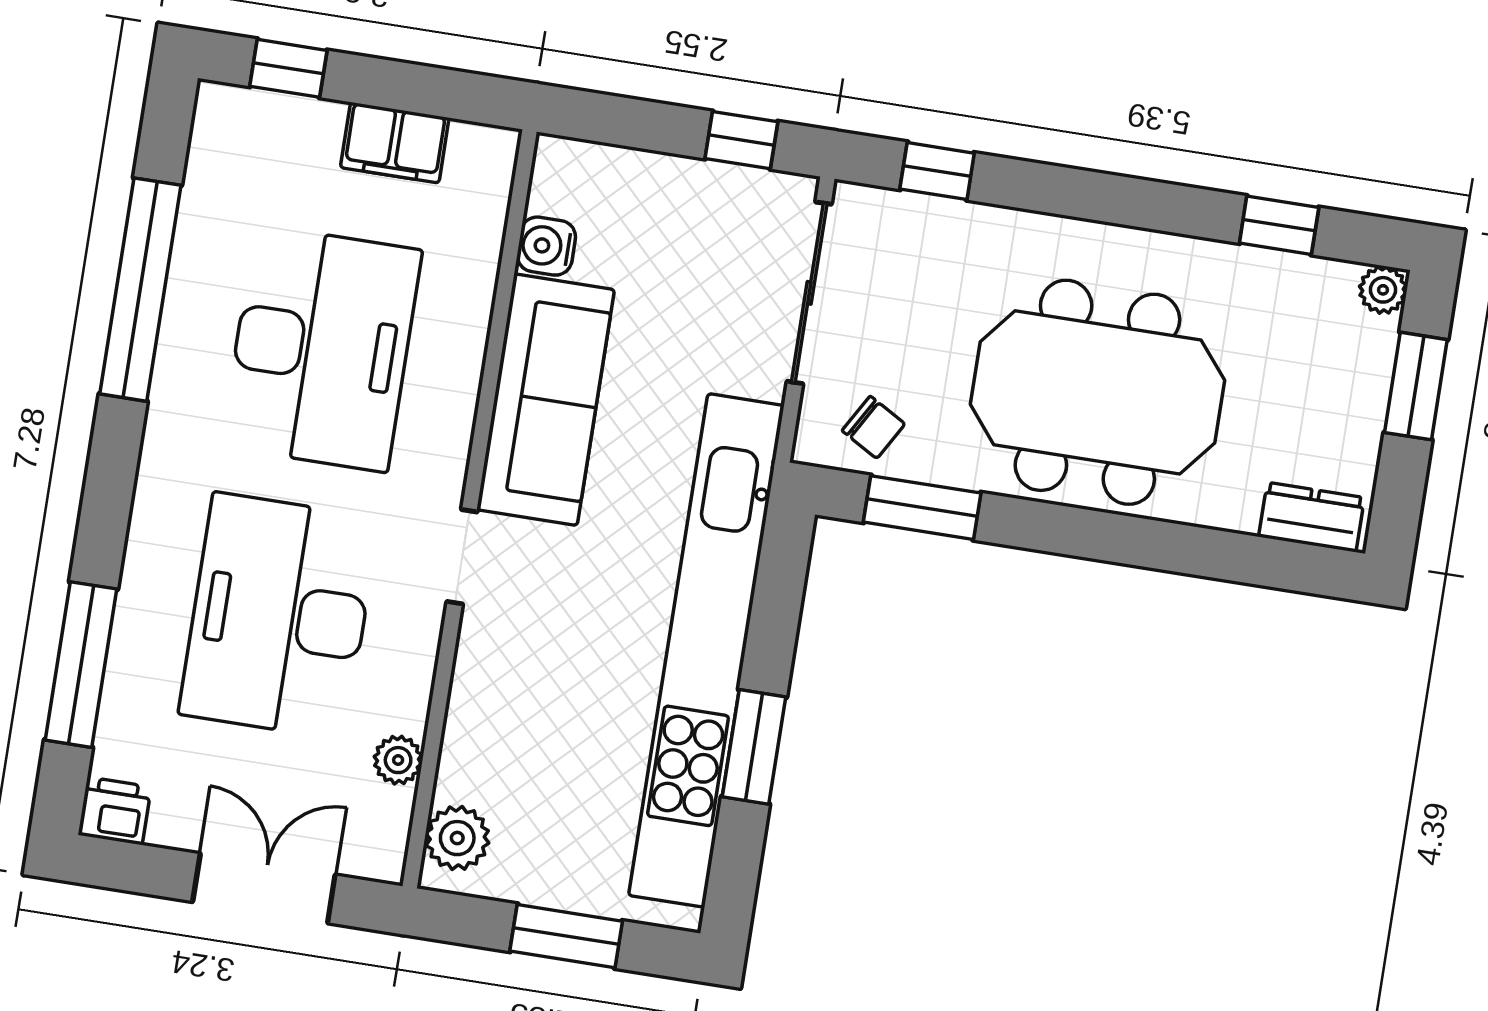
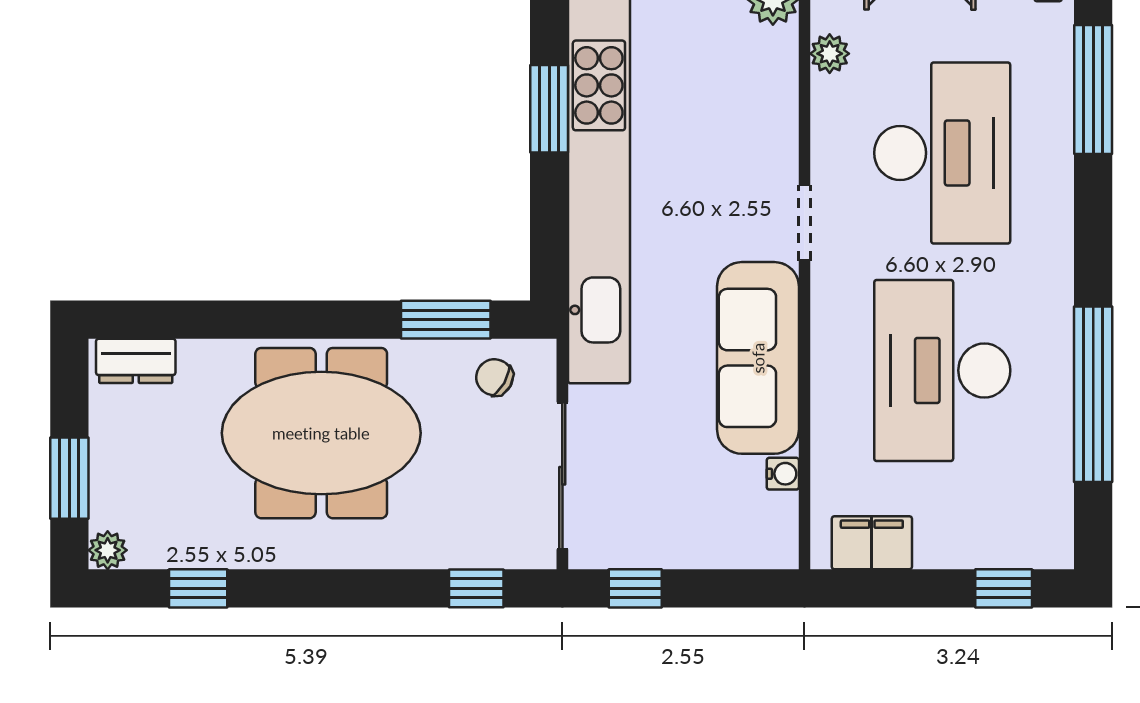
filing cabinet: (395, 143) -> (872, 543), moved
water cooler: (546, 246) -> (783, 474), width x0.72, depth x0.72

